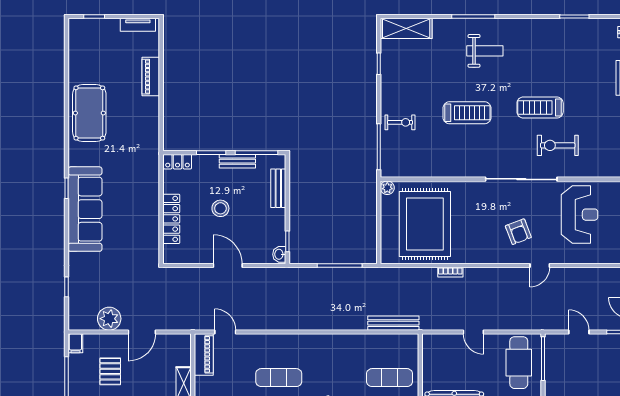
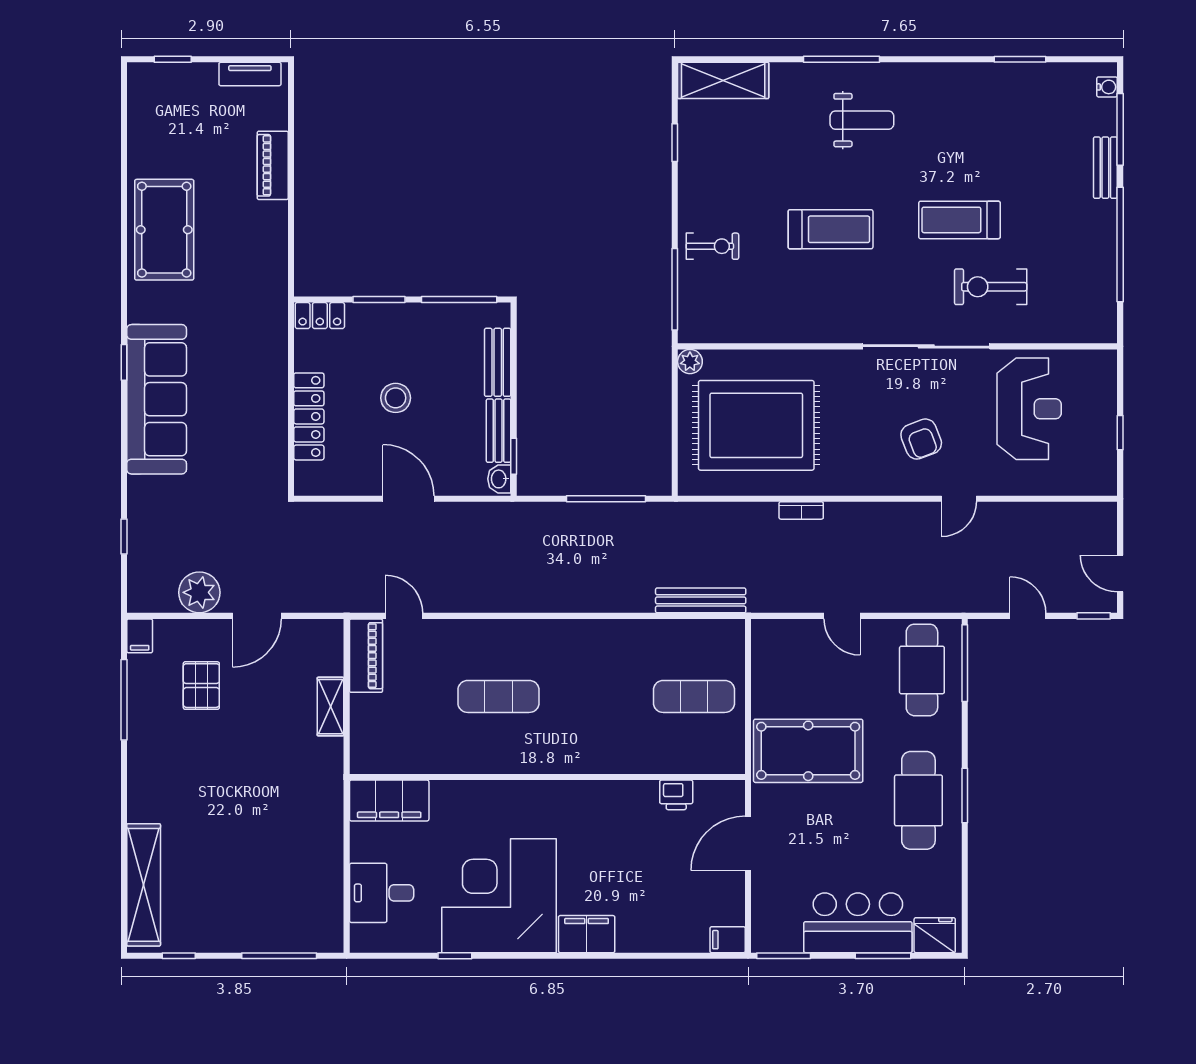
bench: (237, 161) -> (499, 431), moved, turned 90
rug: (425, 224) -> (756, 425), turned 90

